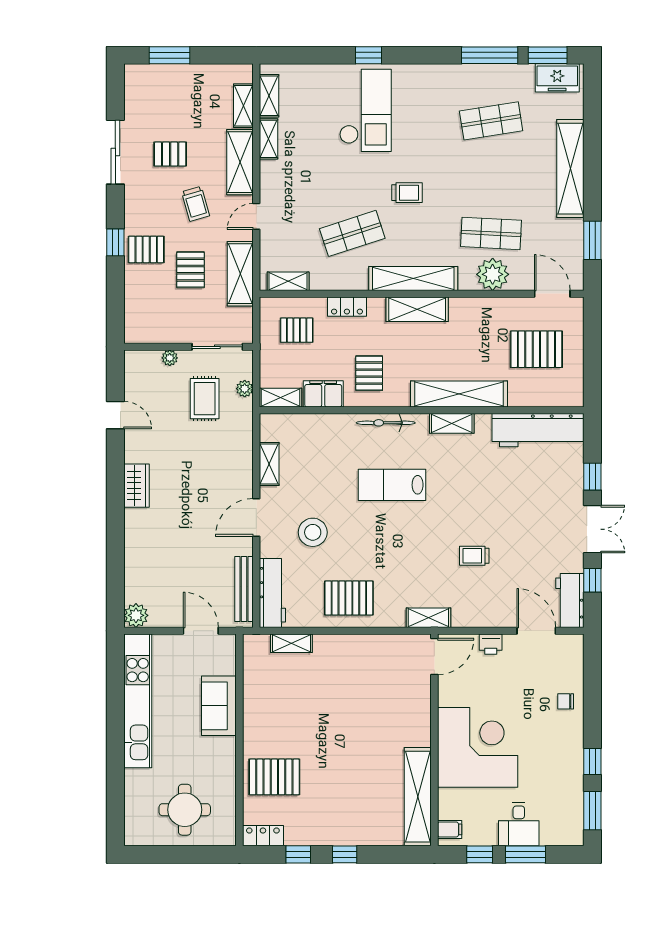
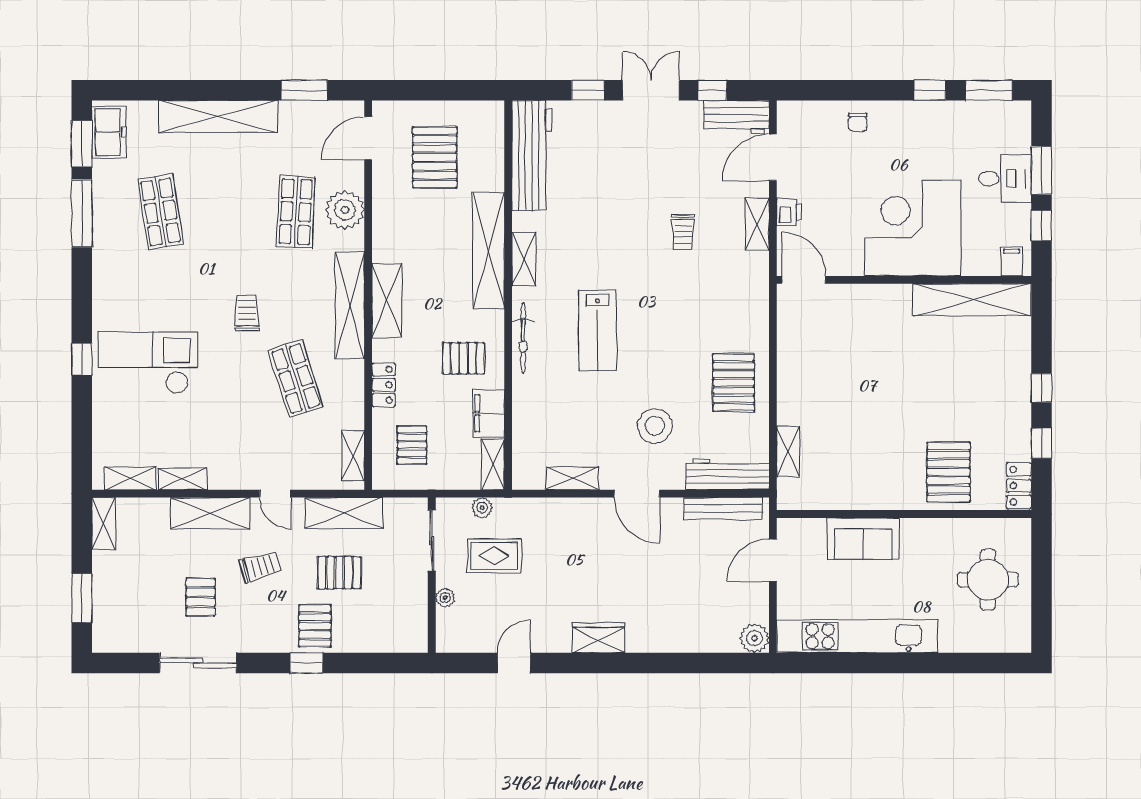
shelving: (243, 106) -> (104, 524), moved, turned 90
shelving: (428, 618) -> (757, 224), moved

